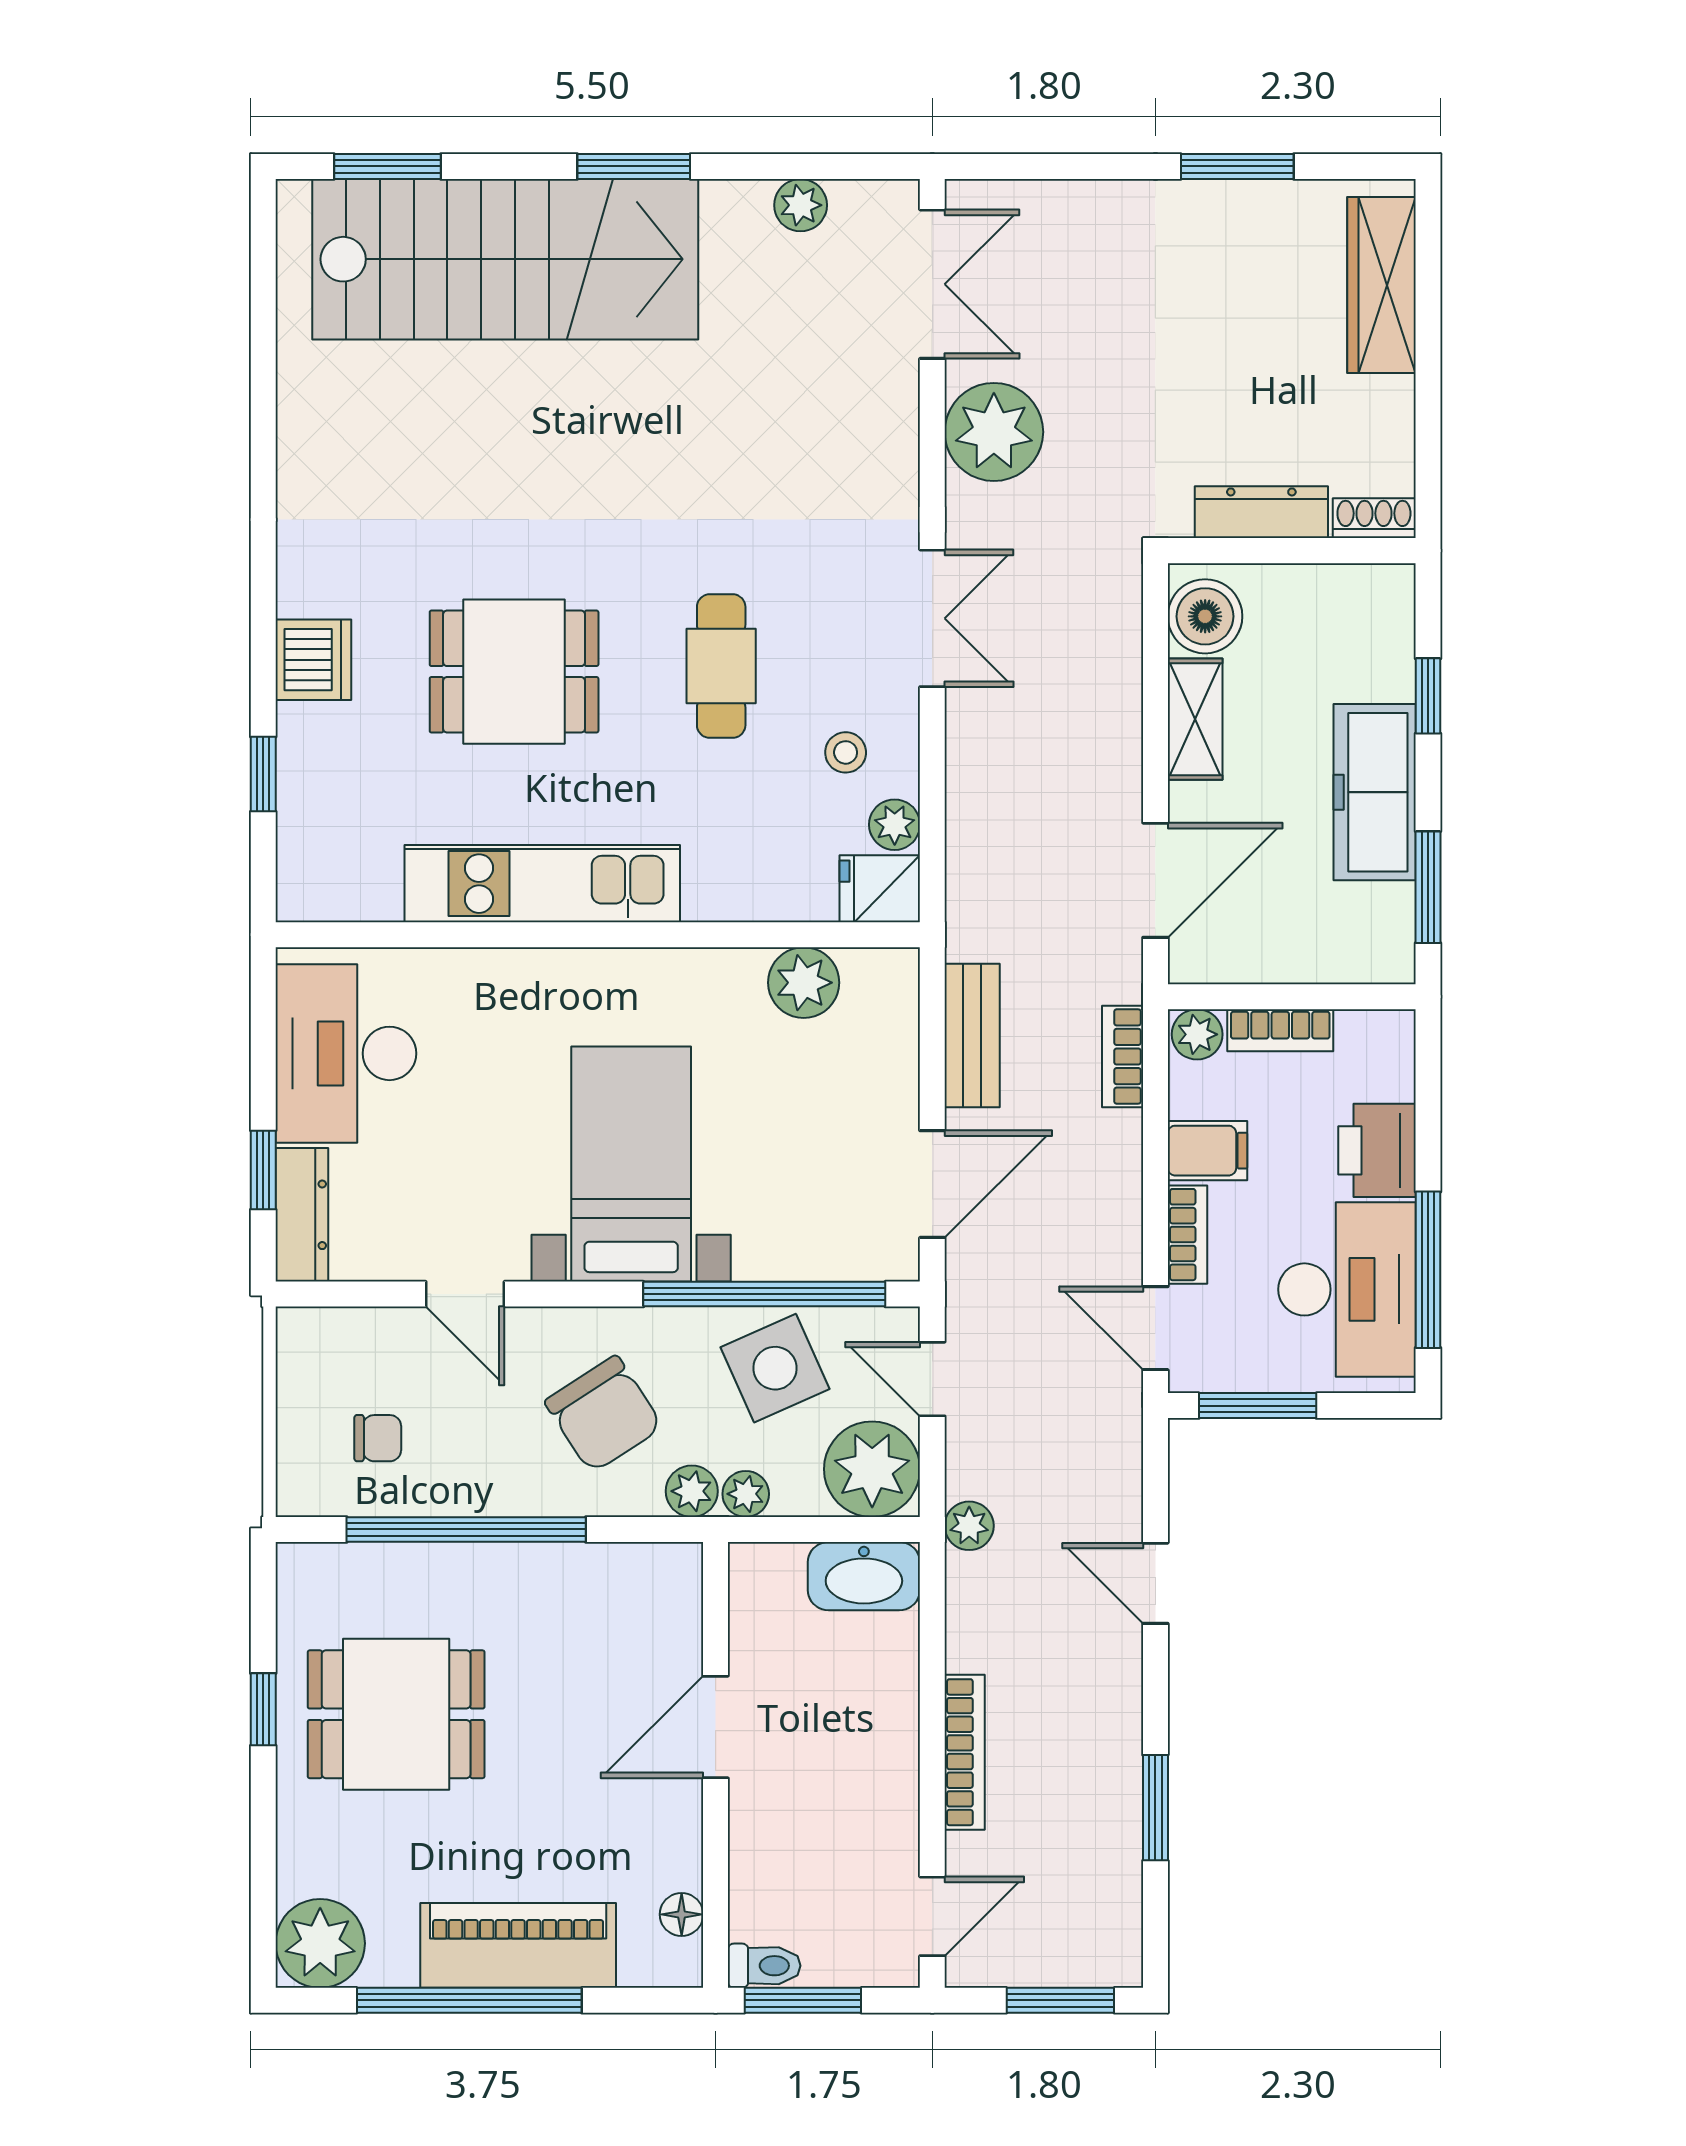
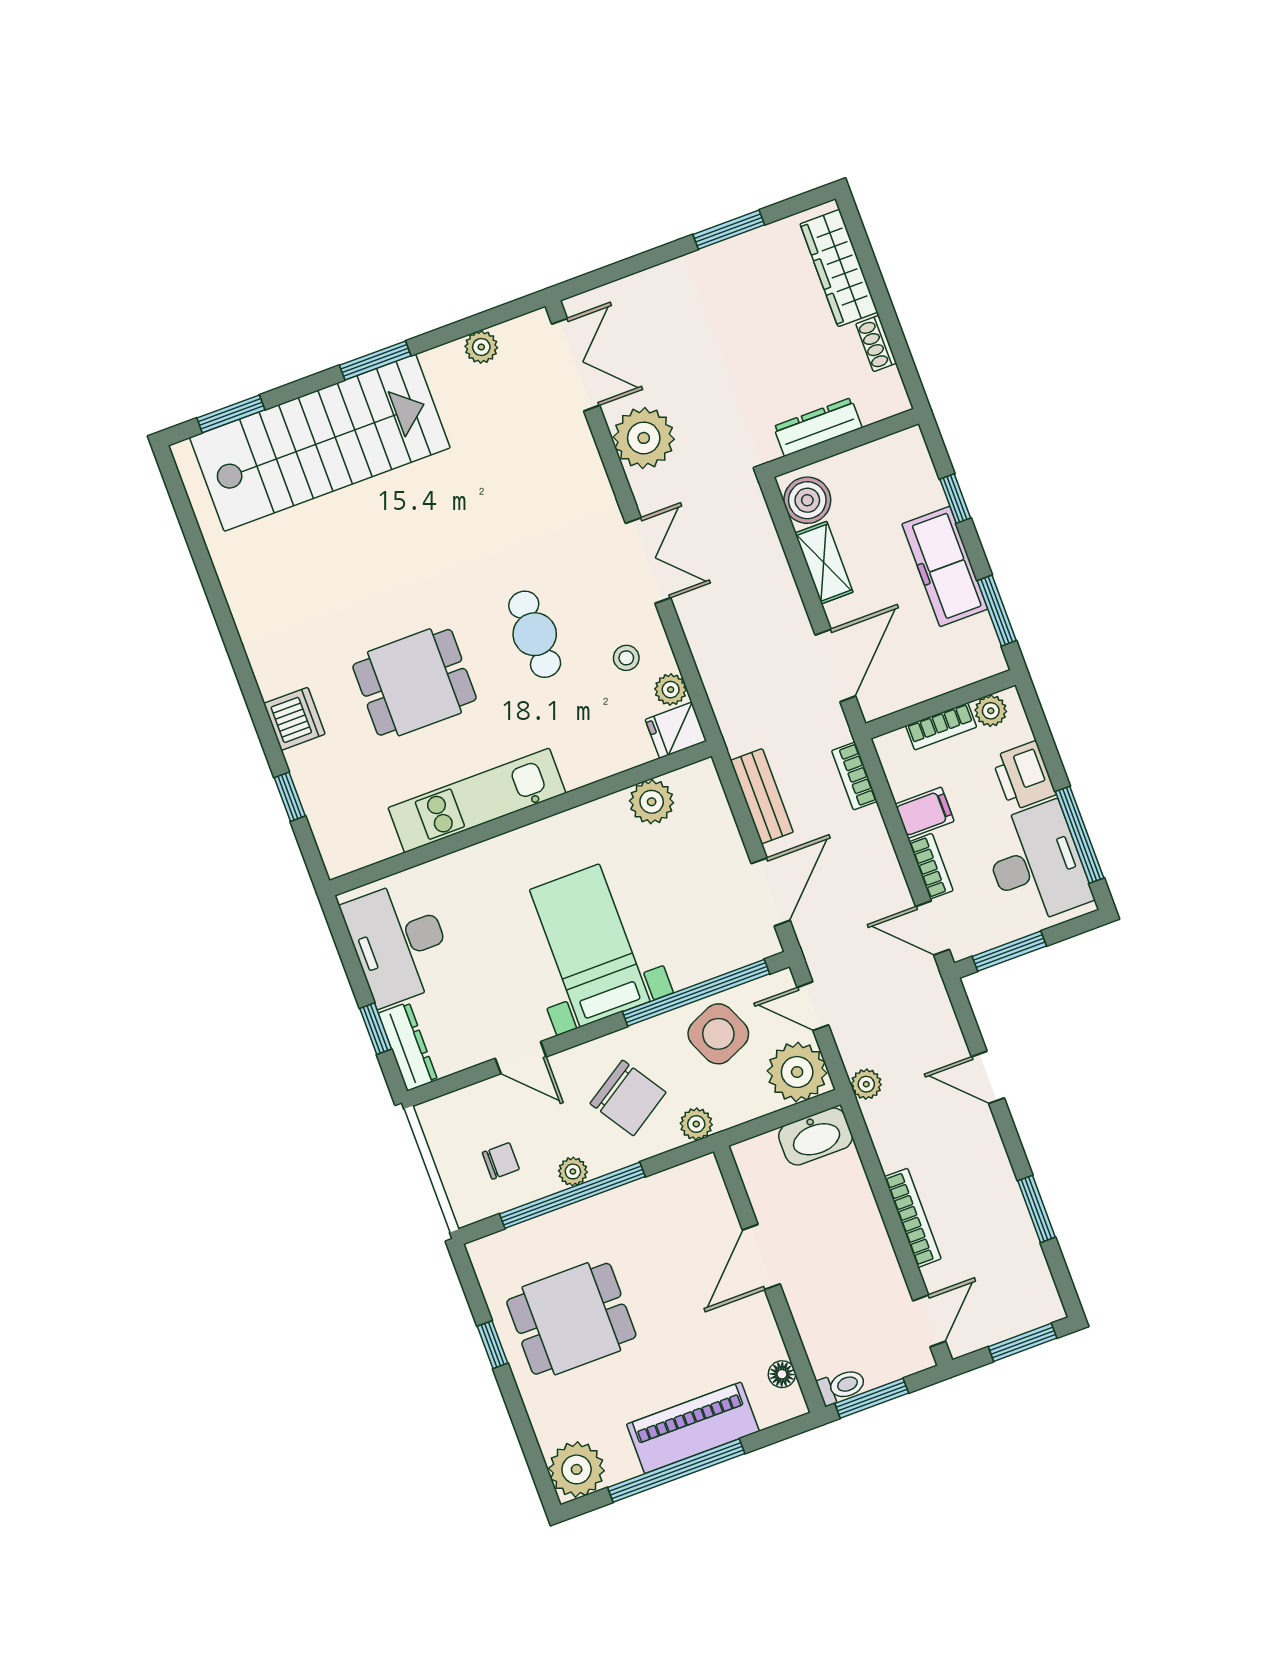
shoe rack: (1374, 518) -> (876, 344), moved, turned -90
plant: (1197, 1034) -> (991, 711), moved
plant: (746, 1494) -> (573, 1171), moved

